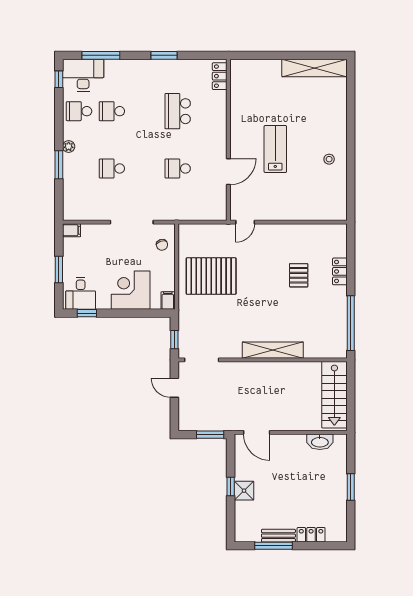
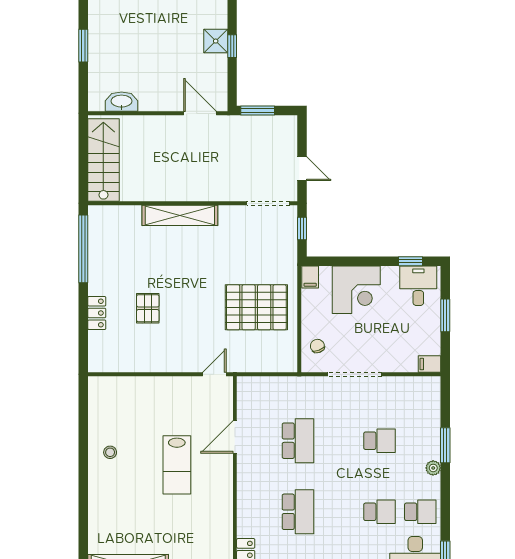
school desk: (178, 168) -> (298, 441), width x1.85

